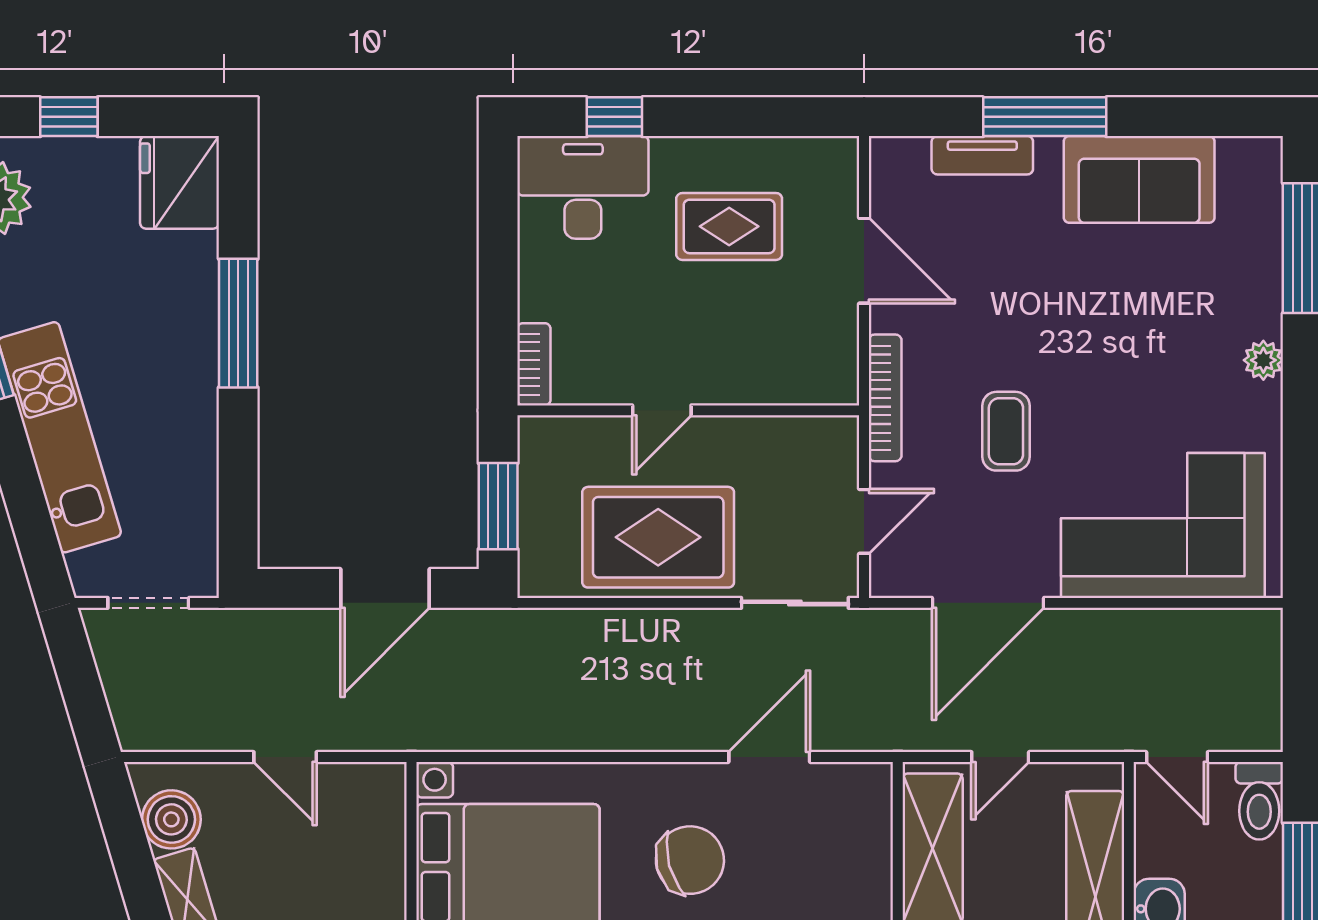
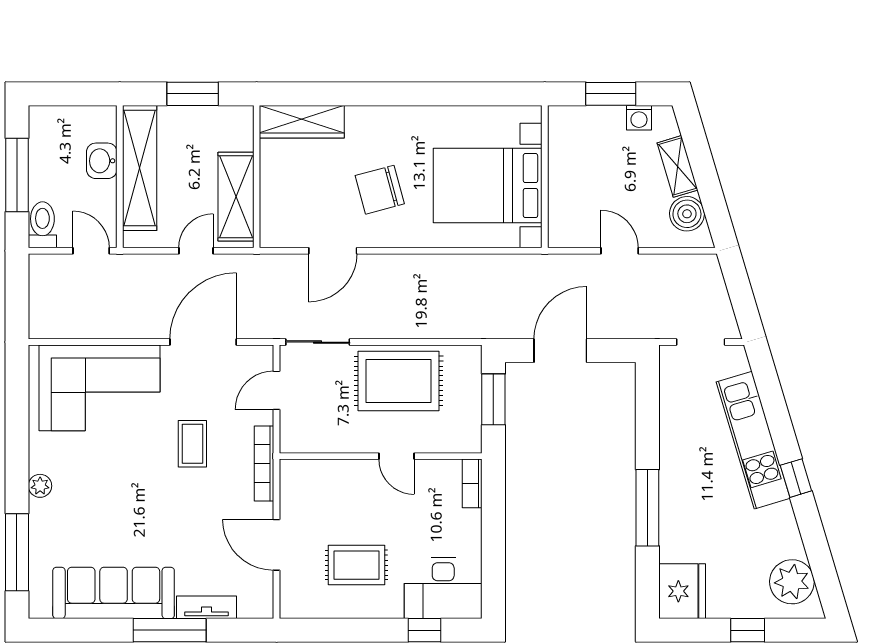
sofa: (1139, 179) -> (114, 593), width x1.36
door: (662, 410) -> (396, 456), swing flipped

